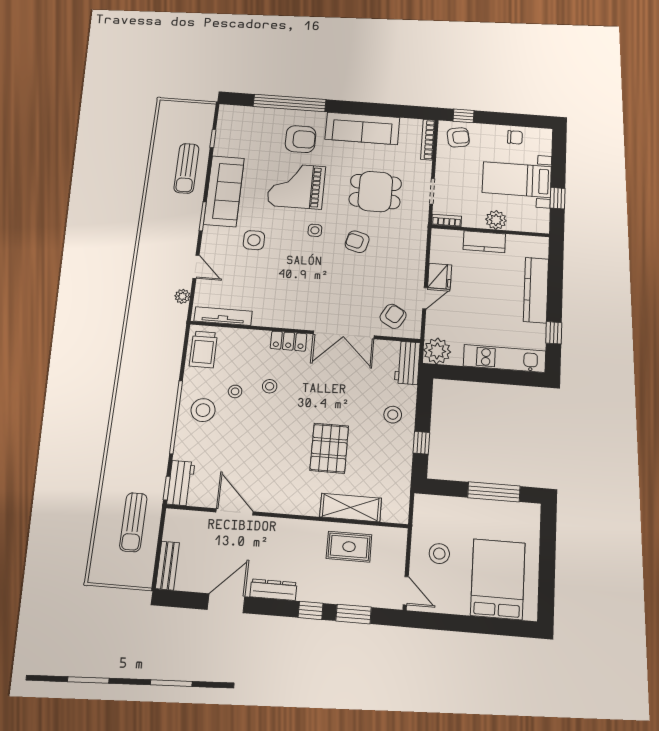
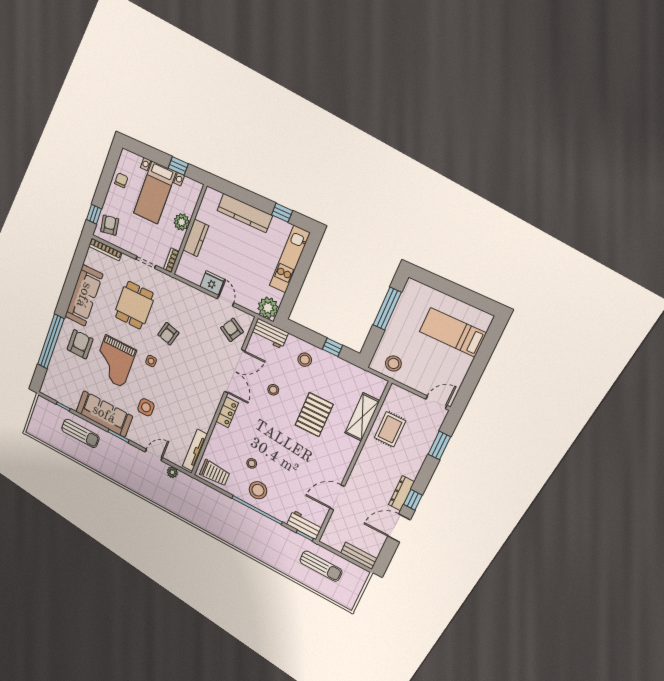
stool: (270, 386) -> (273, 390), moved
pallet: (329, 448) -> (314, 415), turned 90
stool: (439, 554) -> (393, 363), moved
bed: (498, 579) -> (453, 332), width x0.67
door: (226, 603) -> (399, 528), hinge flipped
window: (311, 610) -> (413, 500), moved

